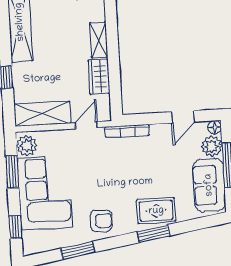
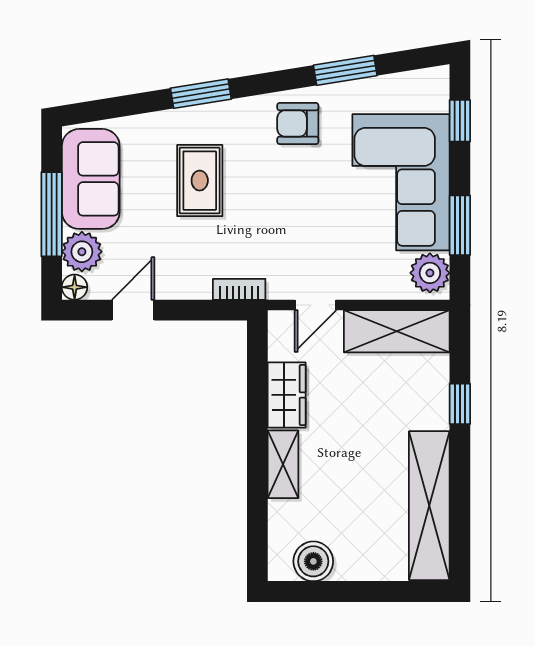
bookcase: (127, 131) -> (239, 289), width x0.64
rug: (156, 211) -> (200, 181), moved, turned 90

